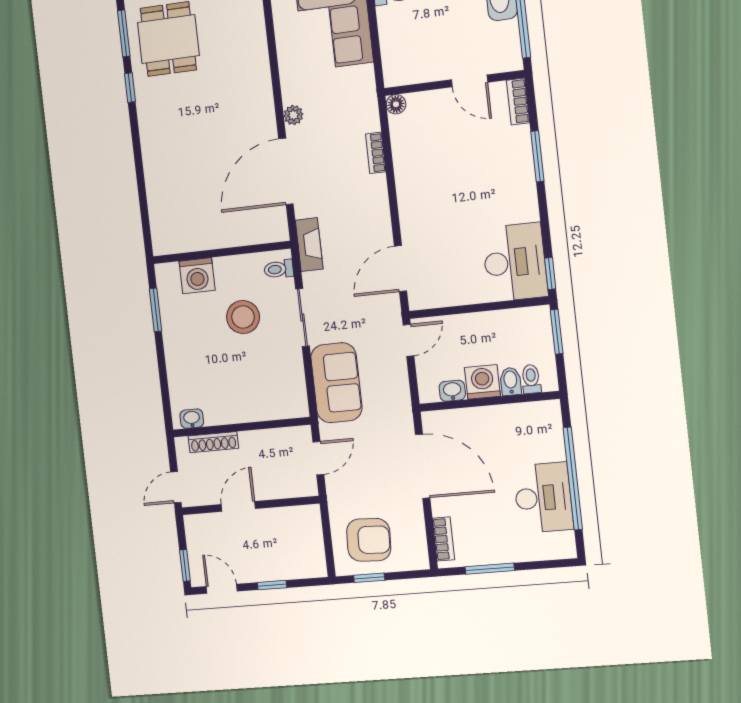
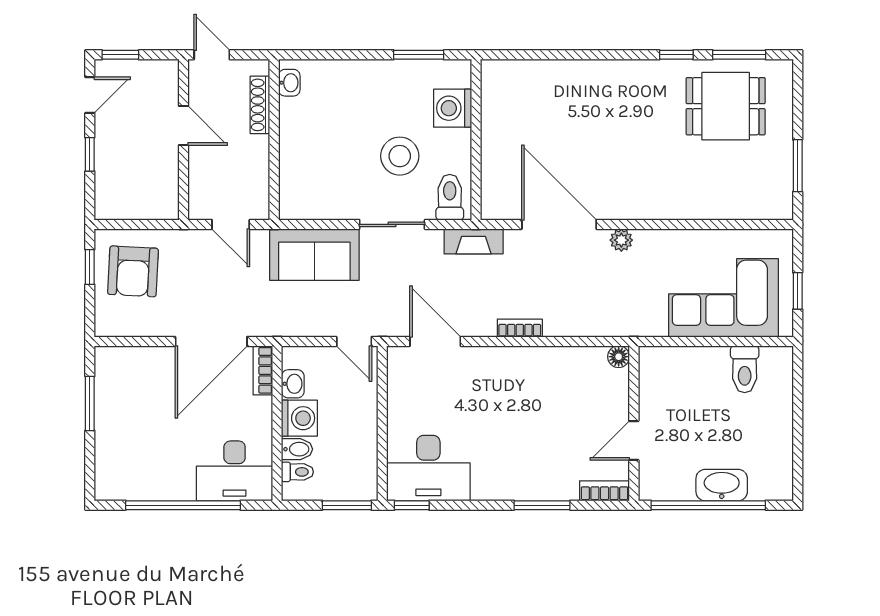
bookcase: (376, 153) -> (520, 328), moved
toilet: (279, 269) -> (450, 197), width x1.37, depth x1.39
desk: (543, 498) -> (235, 471), moved
bookcase: (443, 539) -> (263, 370), moved, turned 90

